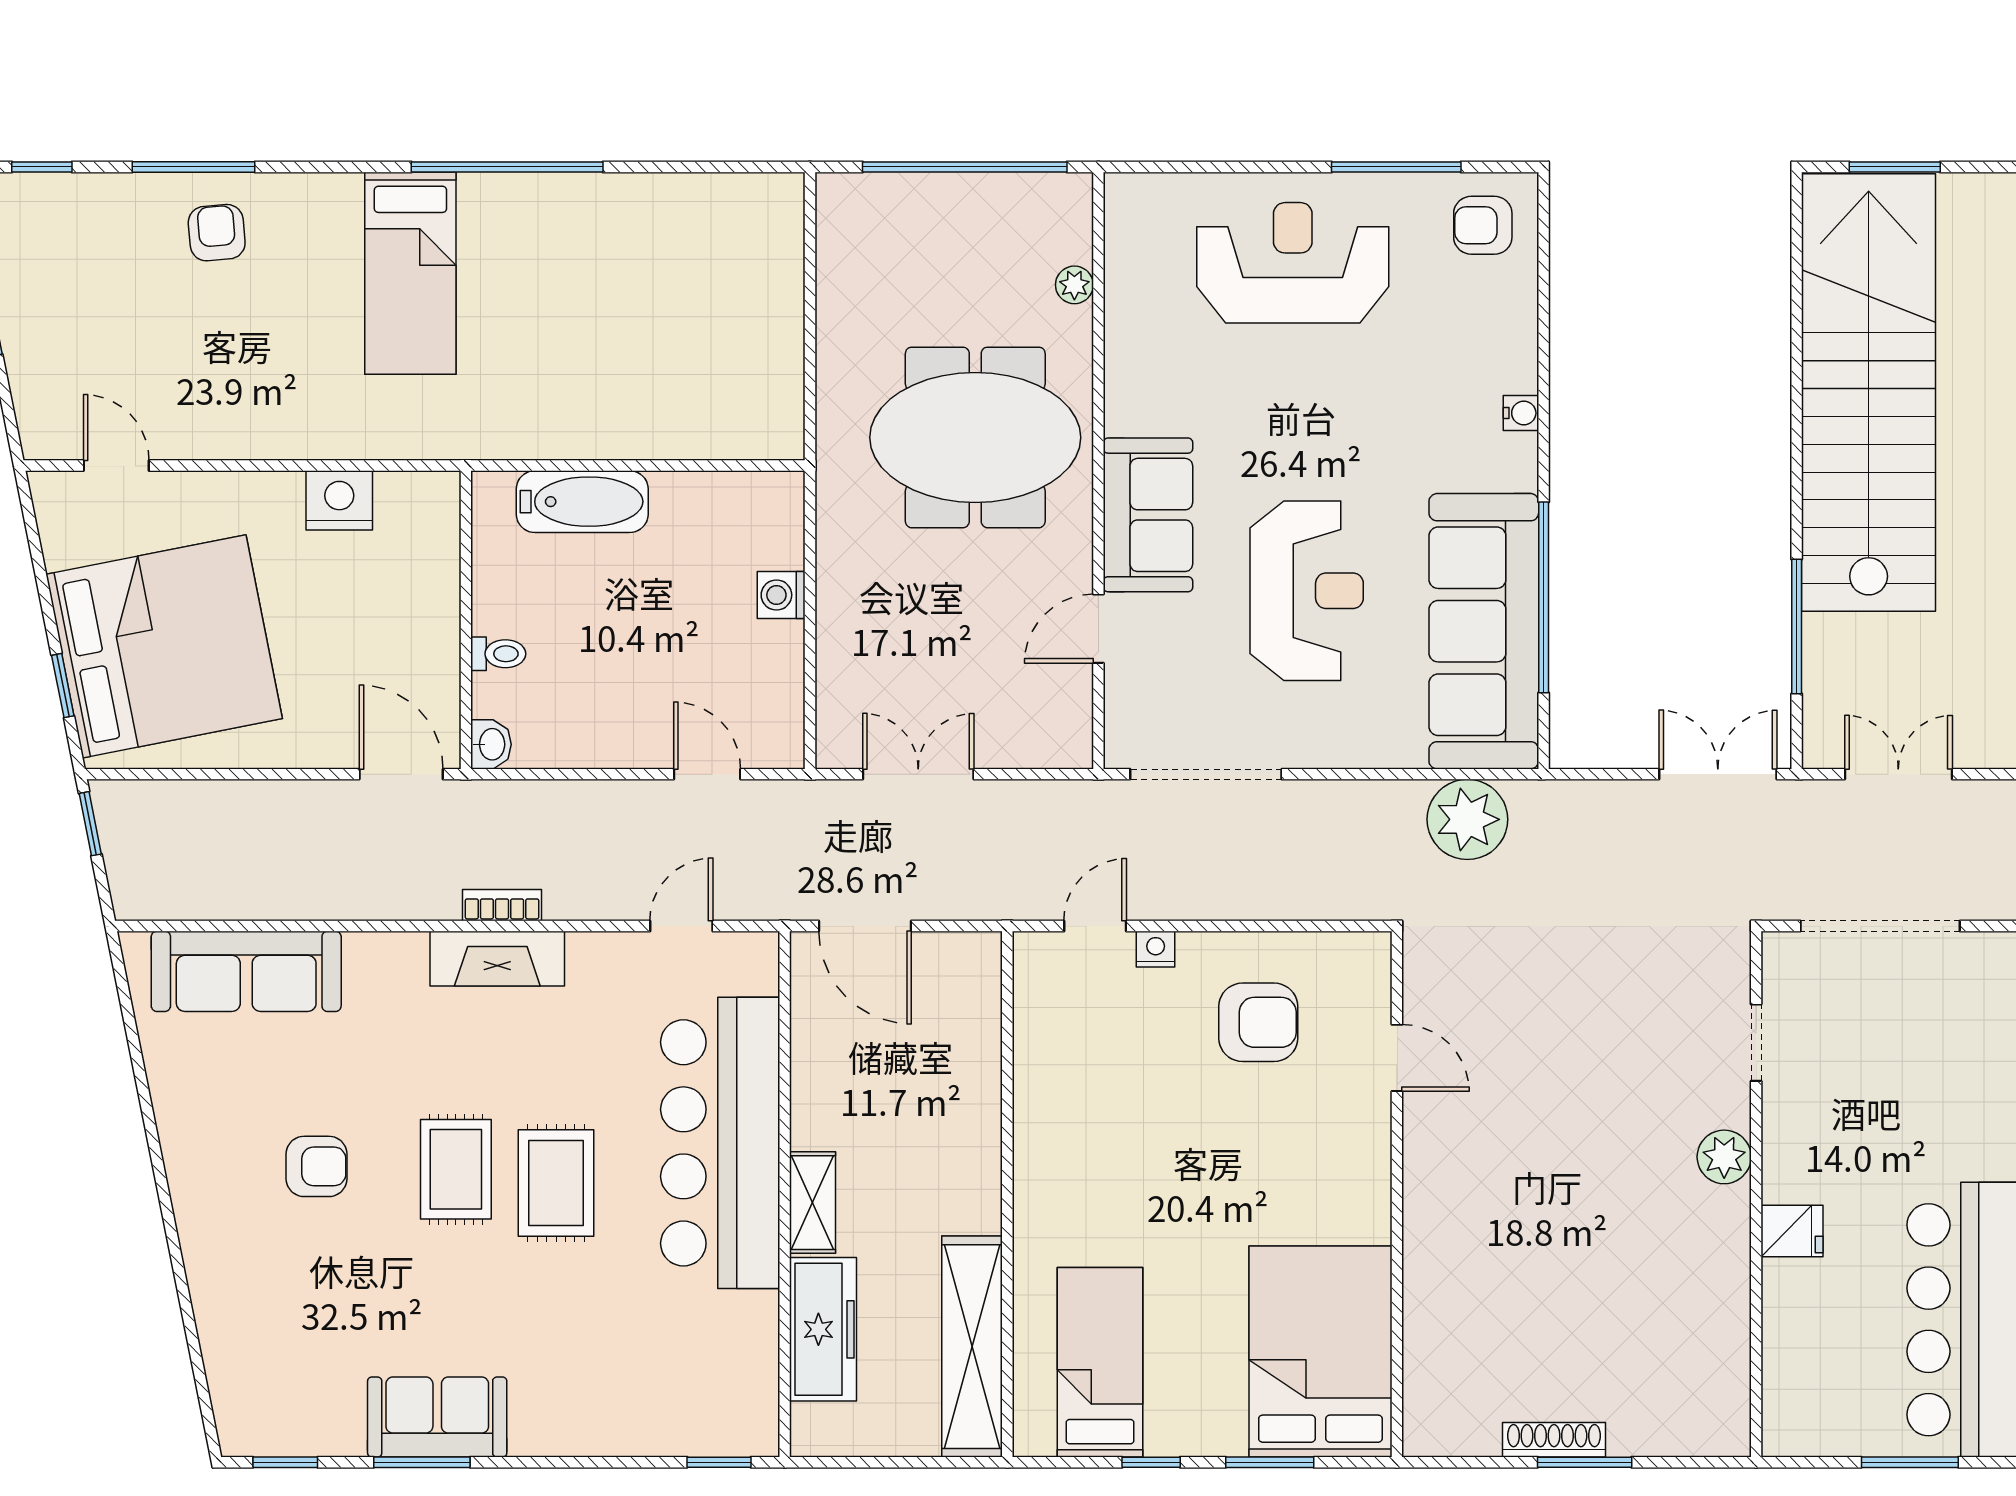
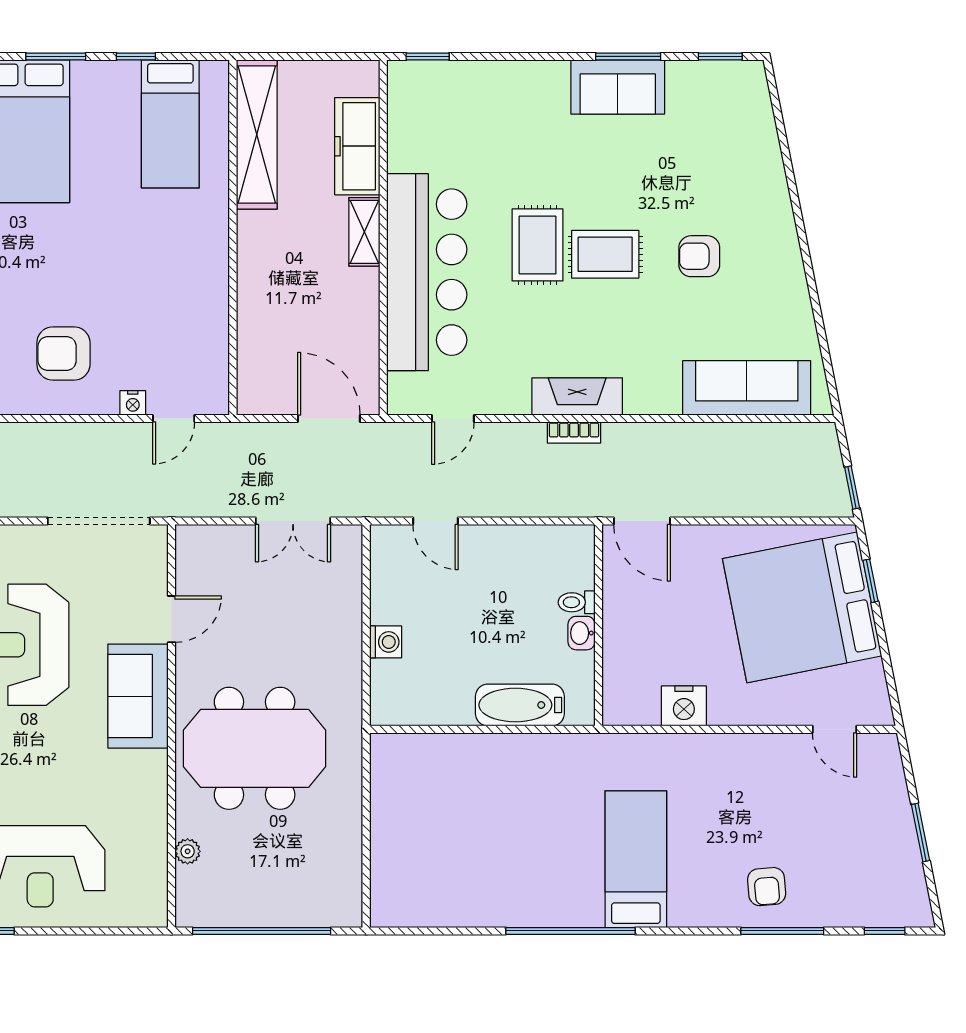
washbasin: (491, 744) -> (581, 633), moved
rug: (456, 1169) -> (605, 254), turned 90

